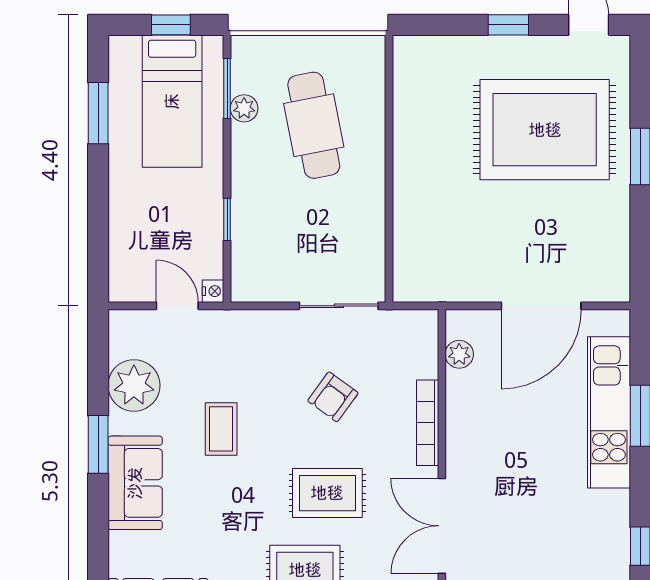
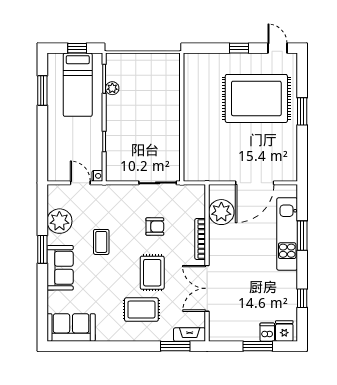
cafe table: (314, 125) -> (146, 96), removed
plant: (459, 354) -> (221, 212), width x1.88, depth x1.88
armchair: (333, 397) -> (155, 227), turned -126
rug: (327, 493) -> (152, 273), turned 90

